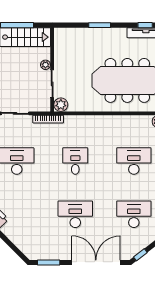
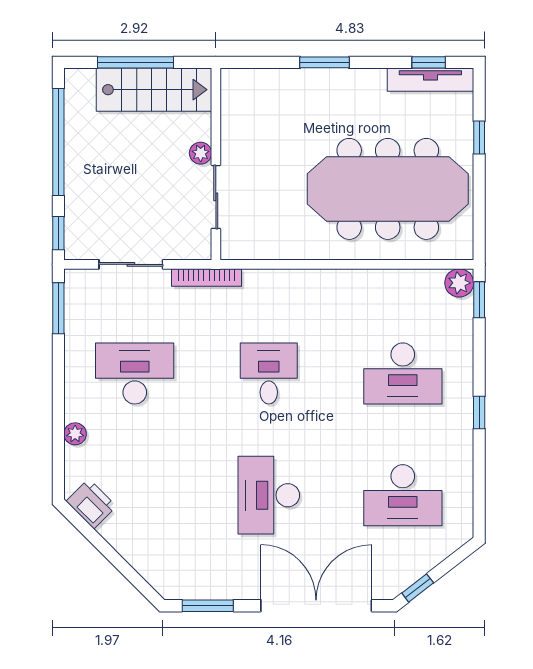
plant: (61, 105) -> (236, 245), removed
desk: (134, 161) -> (403, 373), turned 180
desk: (75, 214) -> (269, 495), turned -90
desk: (134, 214) -> (403, 495), turned 180

